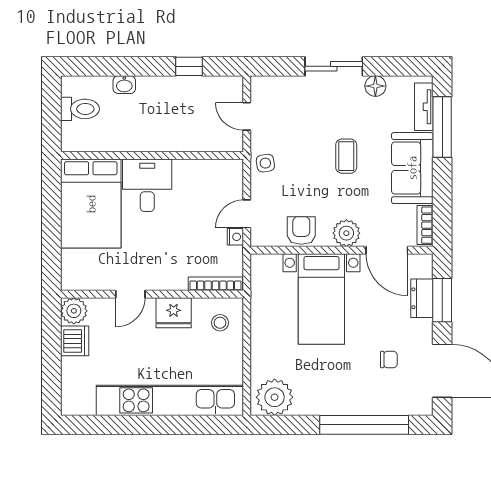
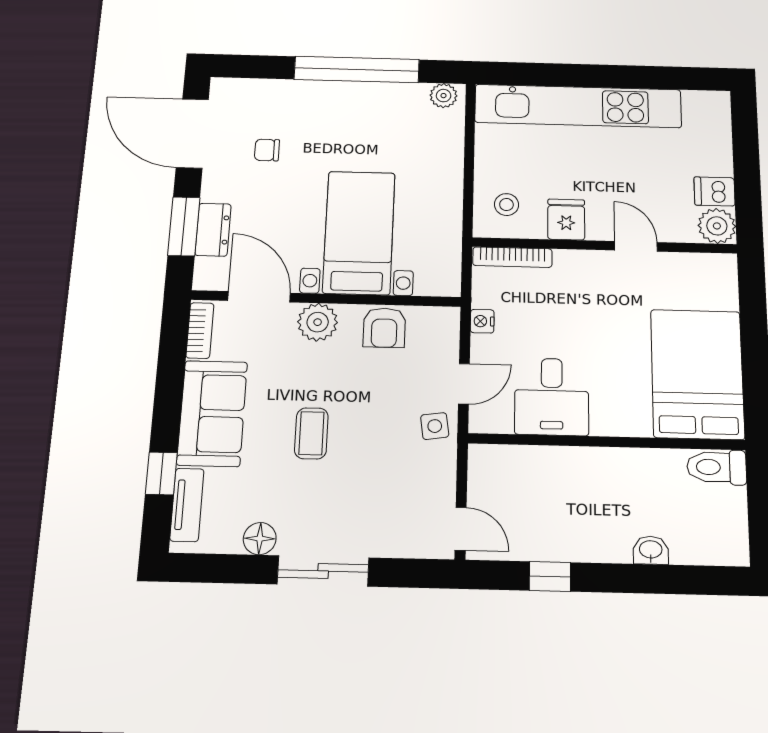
toilet: (80, 109) -> (717, 467), moved
door: (247, 116) -> (461, 529), moved
window: (442, 127) -> (161, 473), width x0.46
desk: (147, 185) -> (552, 397), moved
door: (247, 214) -> (464, 384), moved
door: (130, 294) -> (636, 246), hinge flipped
fridge: (174, 313) -> (566, 219), width x0.72
dishwasher: (75, 341) -> (715, 191), width x0.73
plant: (275, 397) -> (444, 96), width x0.53, depth x0.53
window: (364, 425) -> (357, 69), moved

